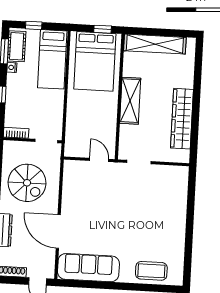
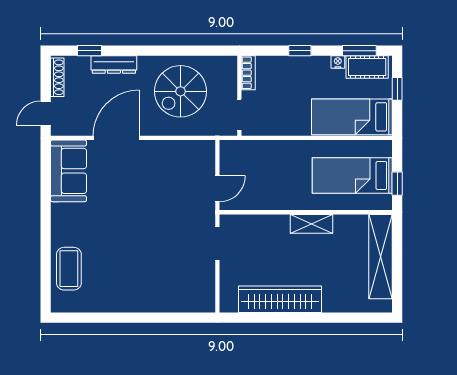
bed: (95, 61) -> (352, 176), width x0.67
shelving: (130, 101) -> (312, 224), width x0.67, depth x0.75
sofa: (88, 268) -> (69, 171), width x0.73

